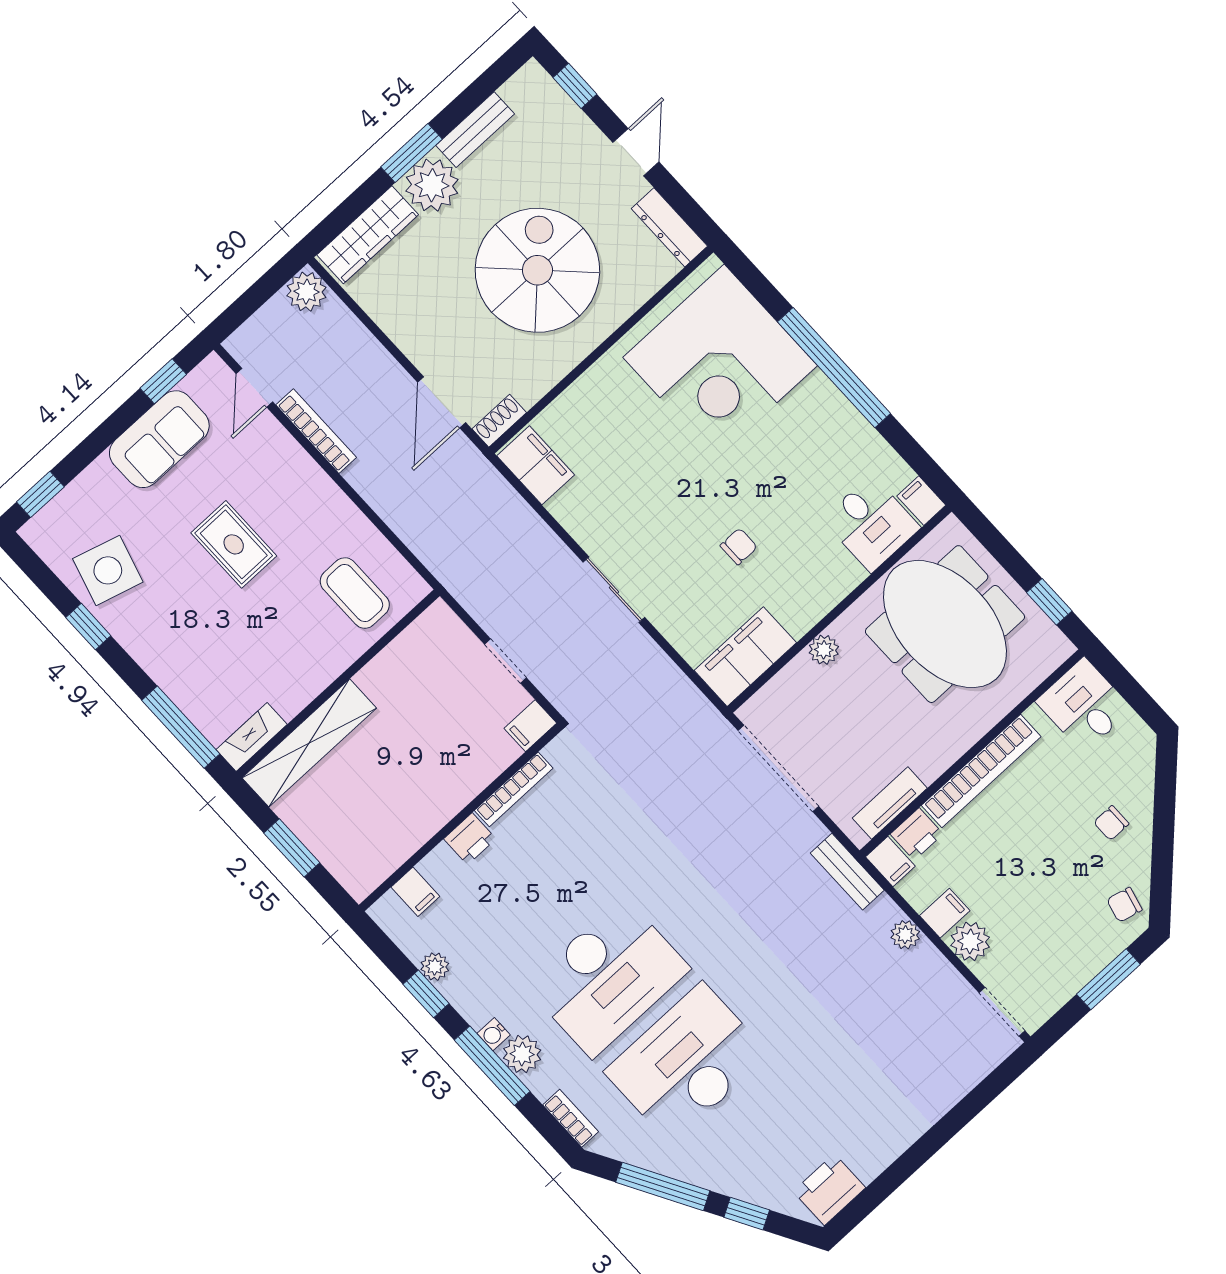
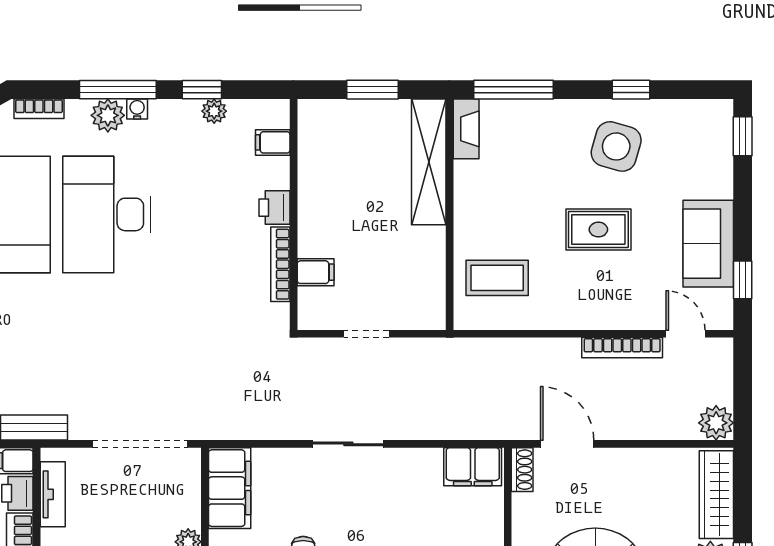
side table: (108, 570) -> (616, 146), moved
filing cabinet: (530, 726) -> (316, 272), moved, turned 90

